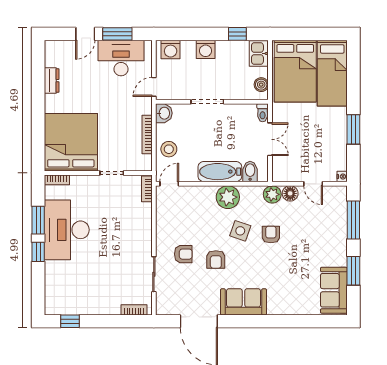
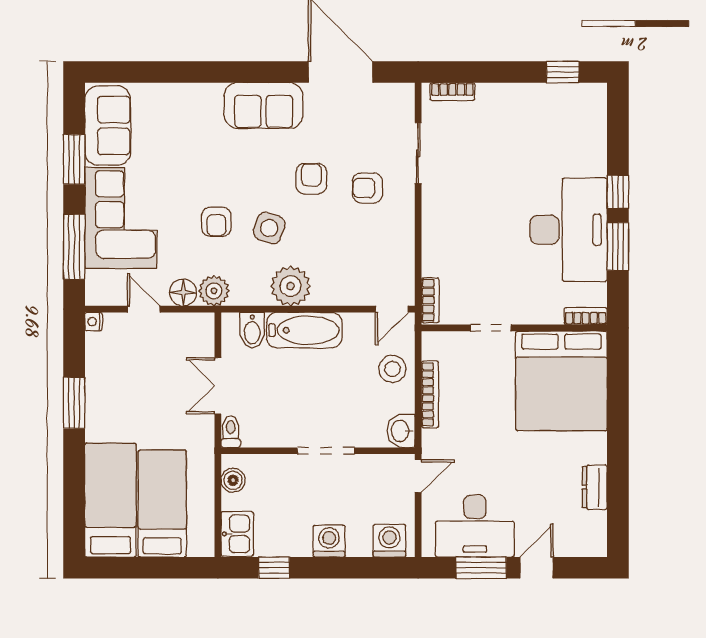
bed: (295, 71) -> (162, 504), width x0.67
corner sofa: (326, 237) -> (121, 218), added

